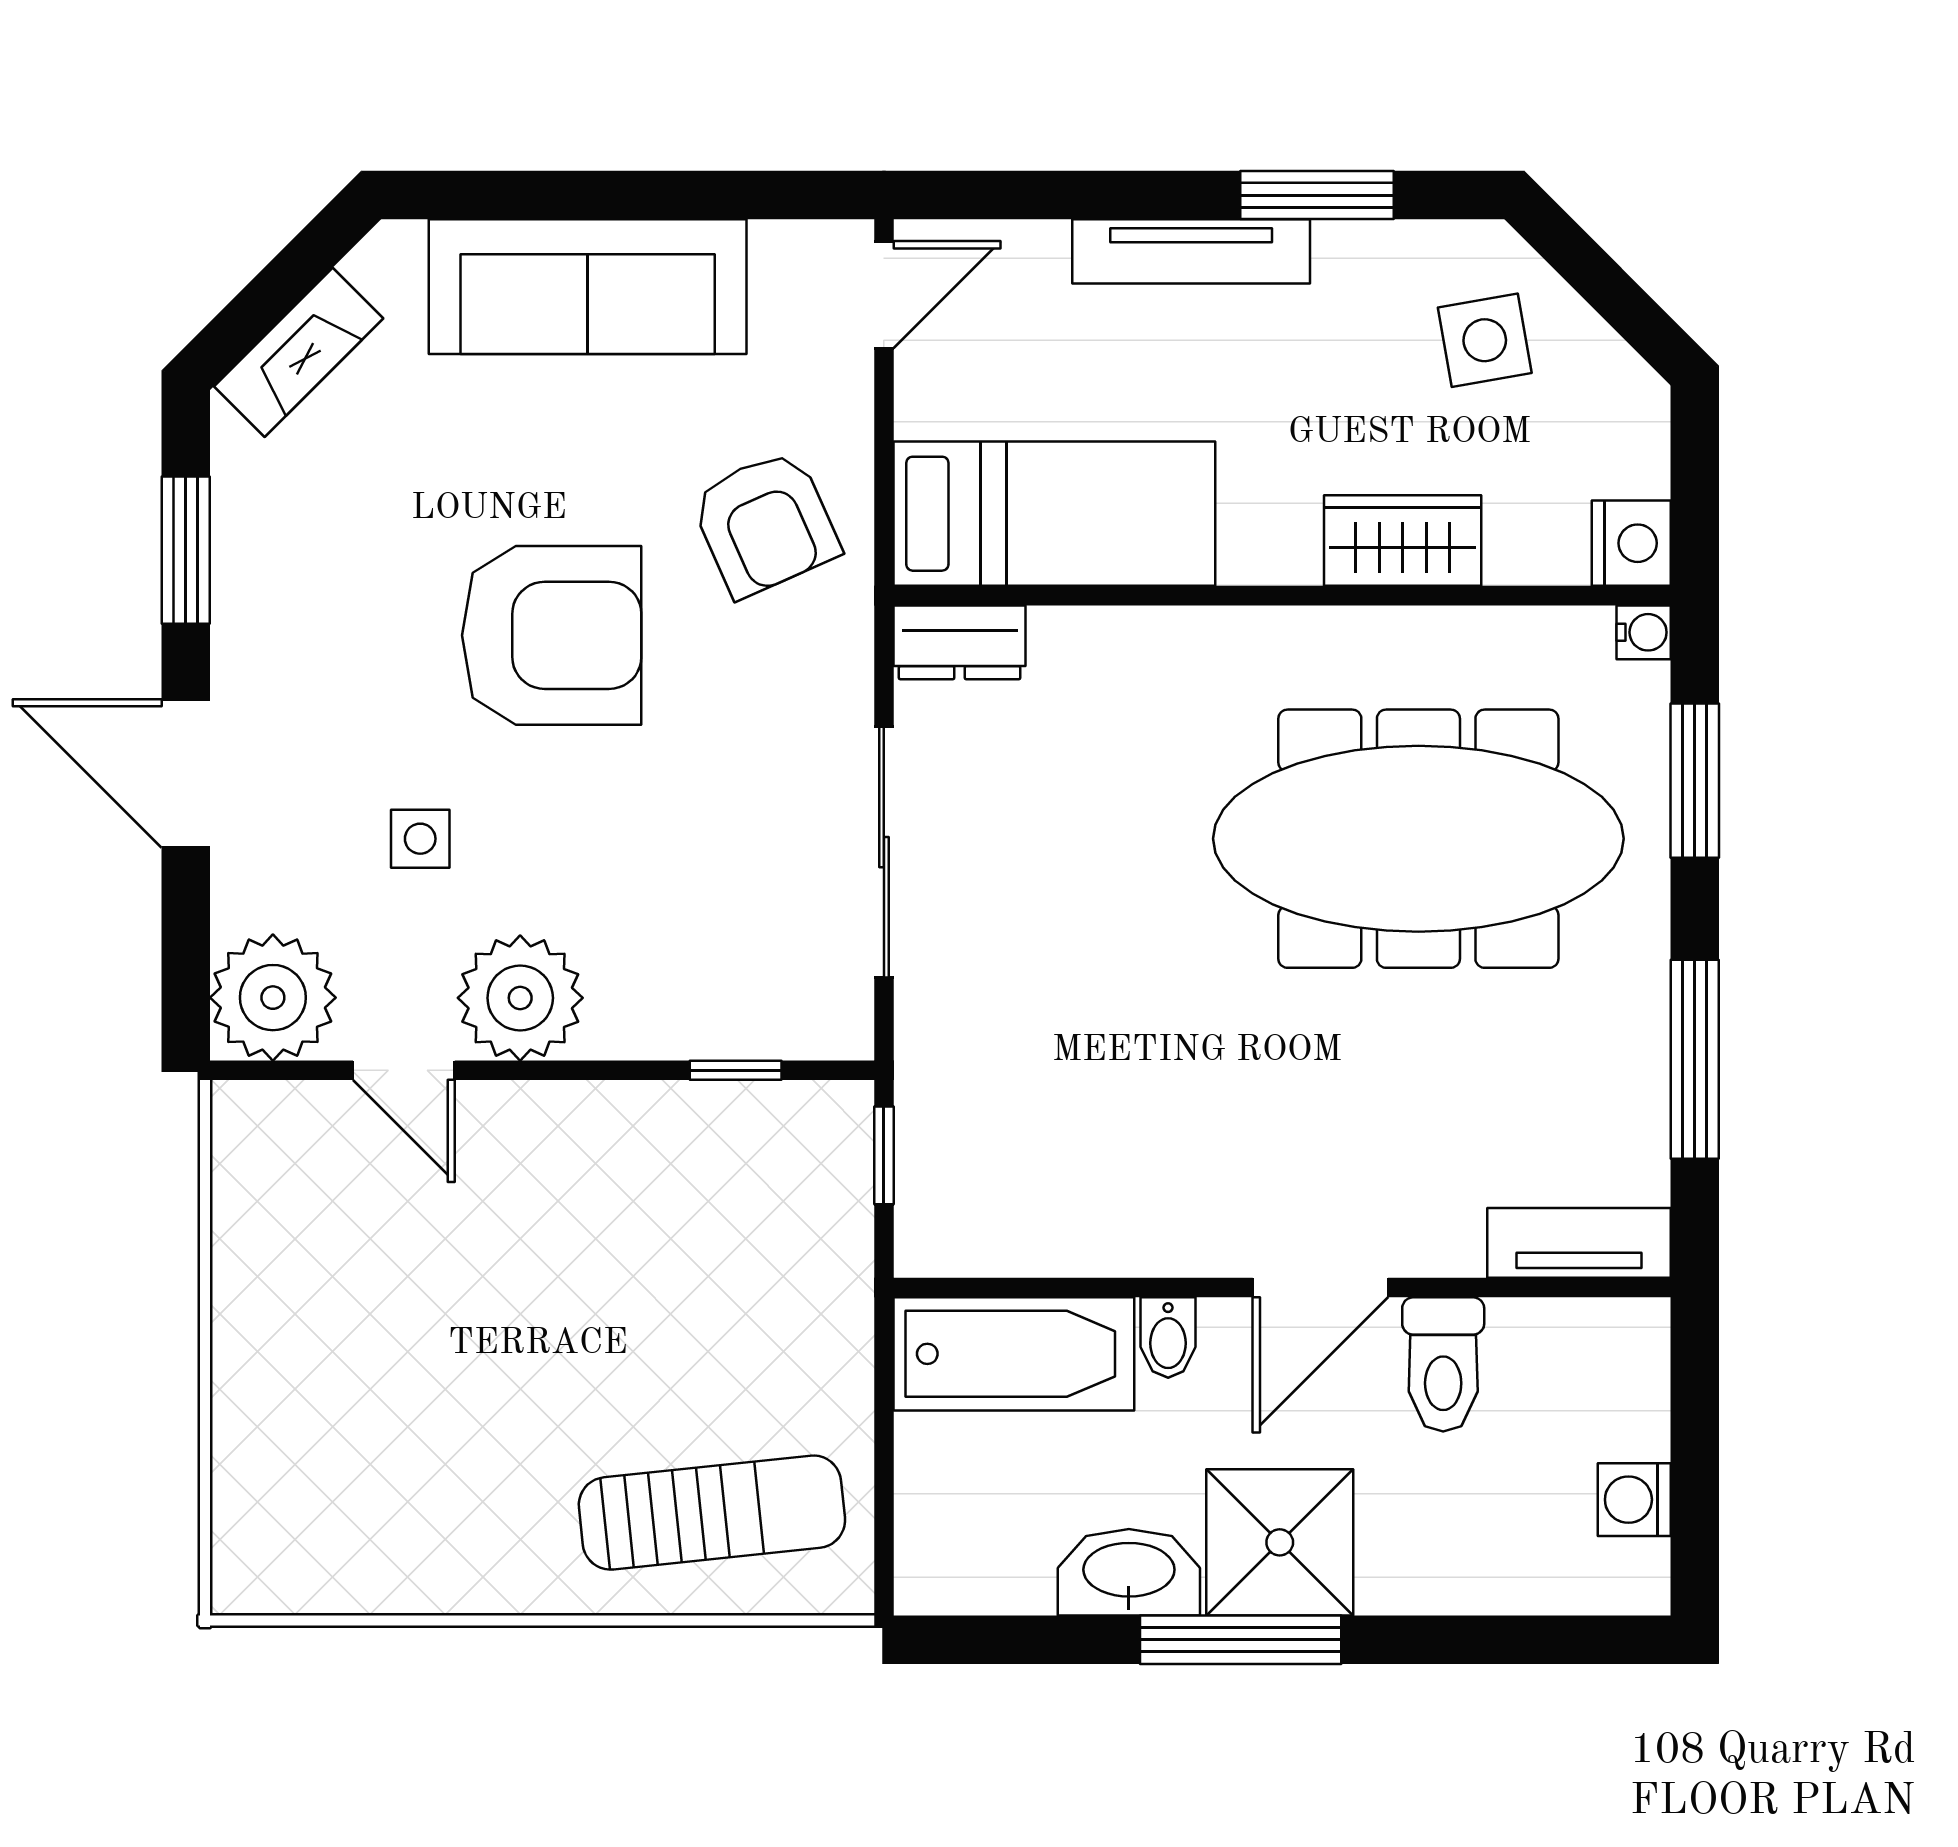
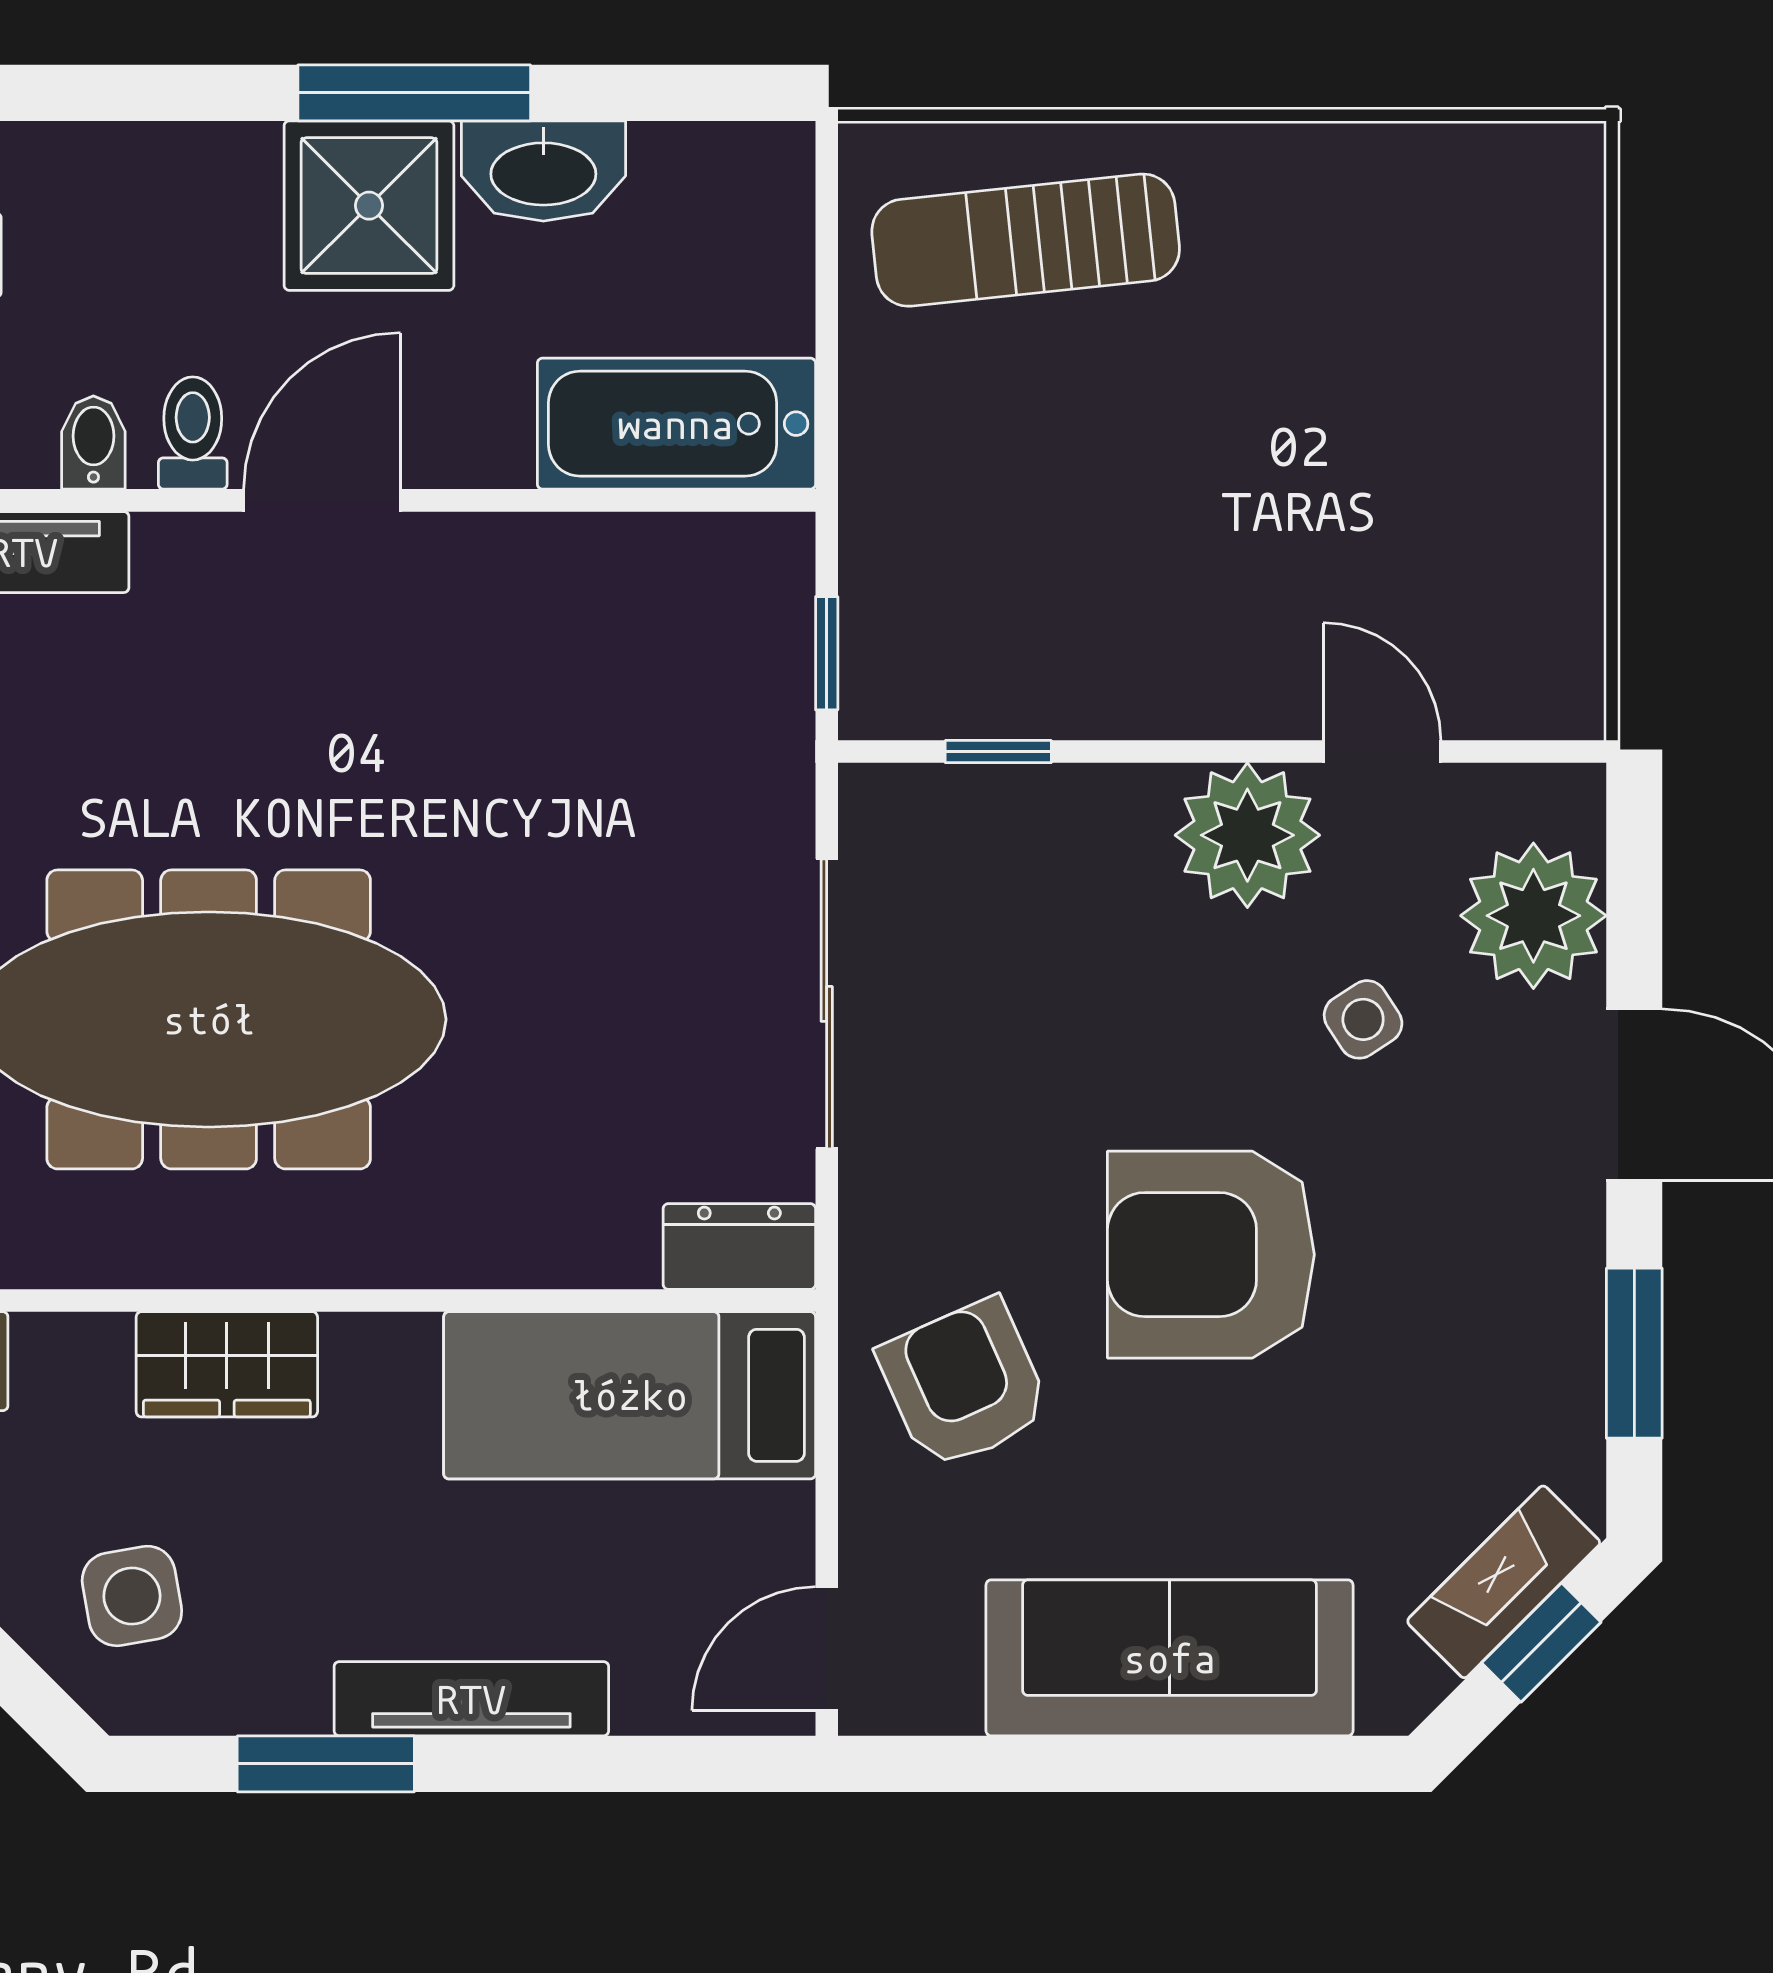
window: (266, 300) -> (1541, 1642), added
side table: (420, 839) -> (1363, 1019), turned -33
plant: (273, 998) -> (1533, 916), moved
bidet: (1168, 1338) -> (93, 443), moved
toilet: (1443, 1364) -> (193, 433), width x0.73, depth x0.72

